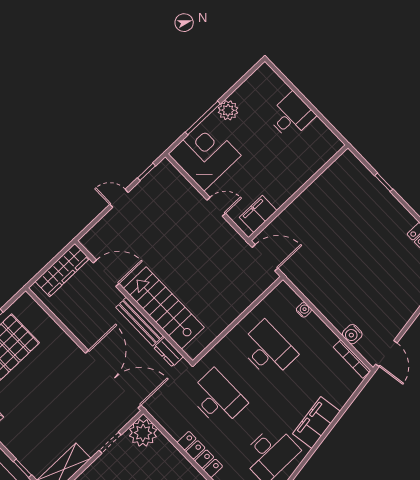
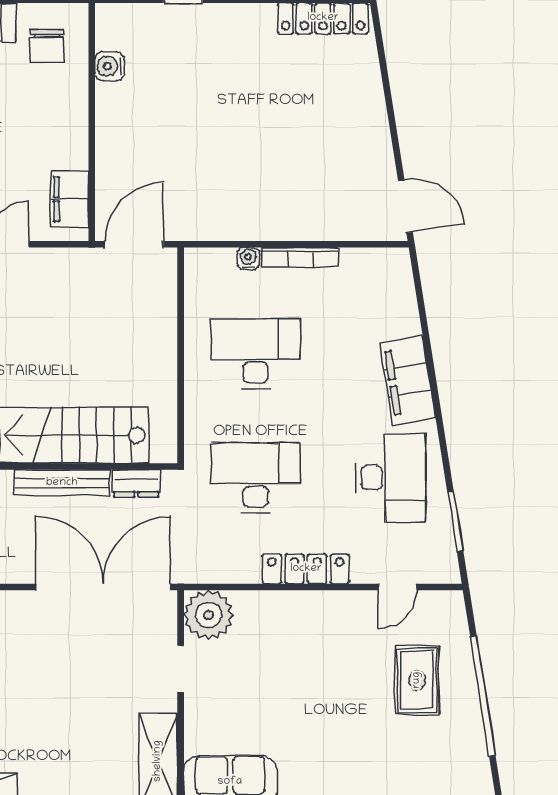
chair: (312, 145) -> (47, 46), added
water cooler: (352, 334) -> (110, 66), moved, turned 90
bookcase: (352, 359) -> (300, 257), moved

